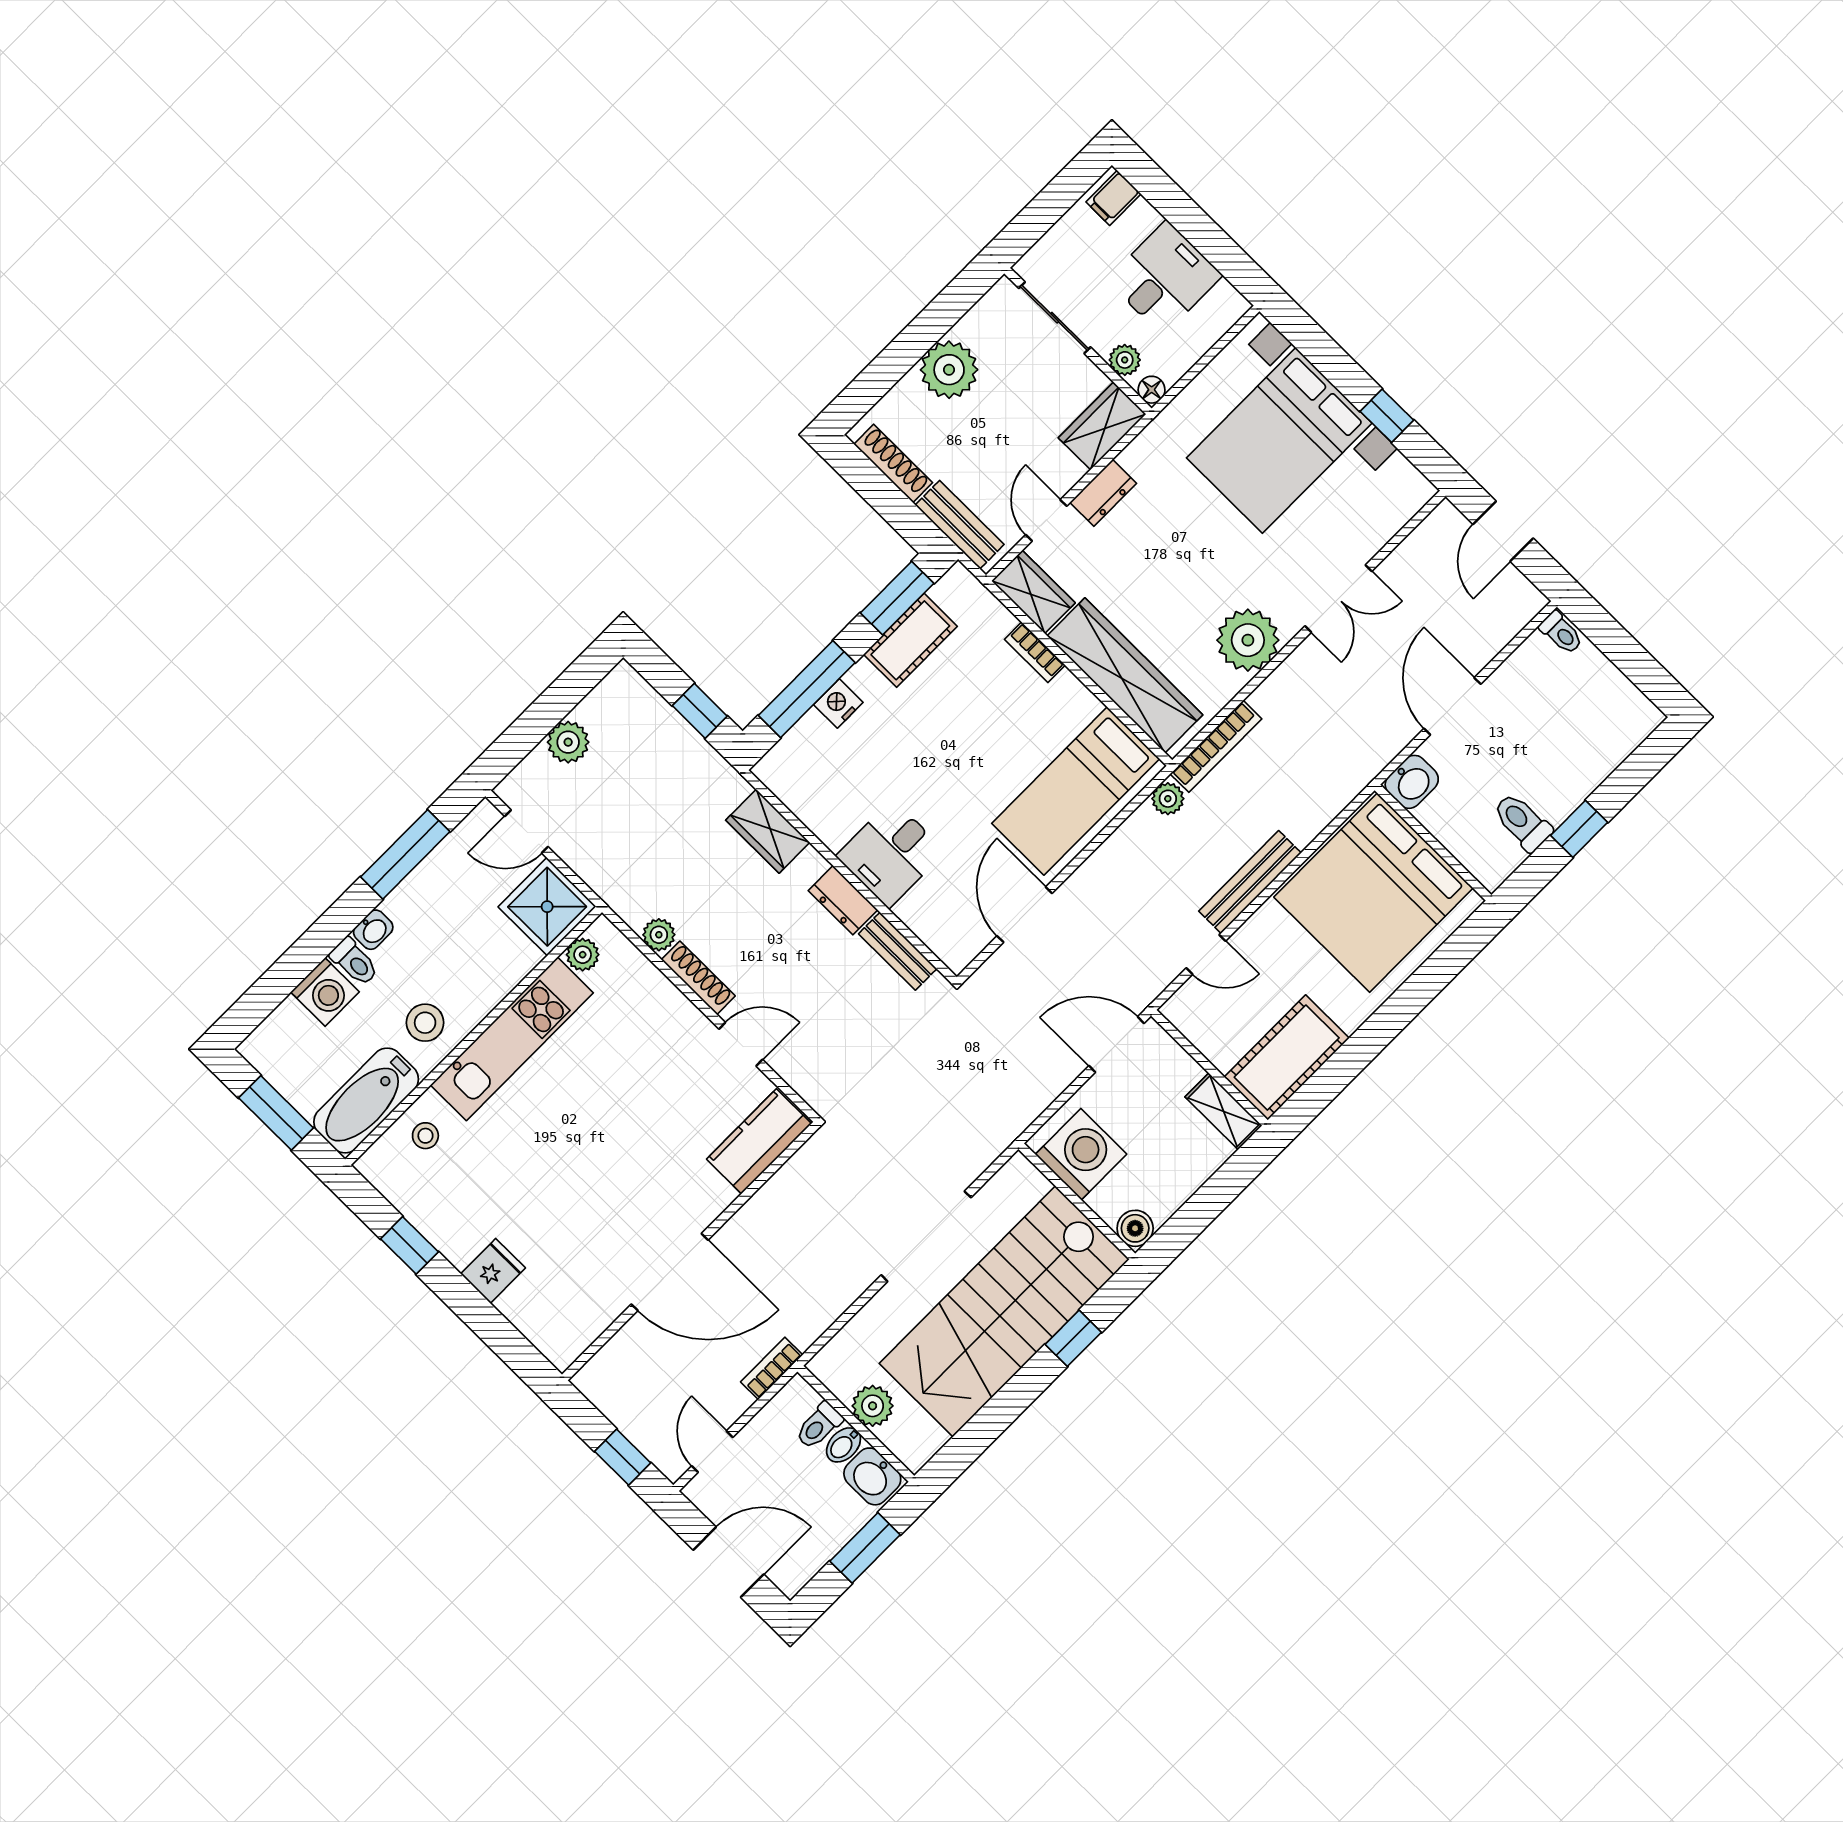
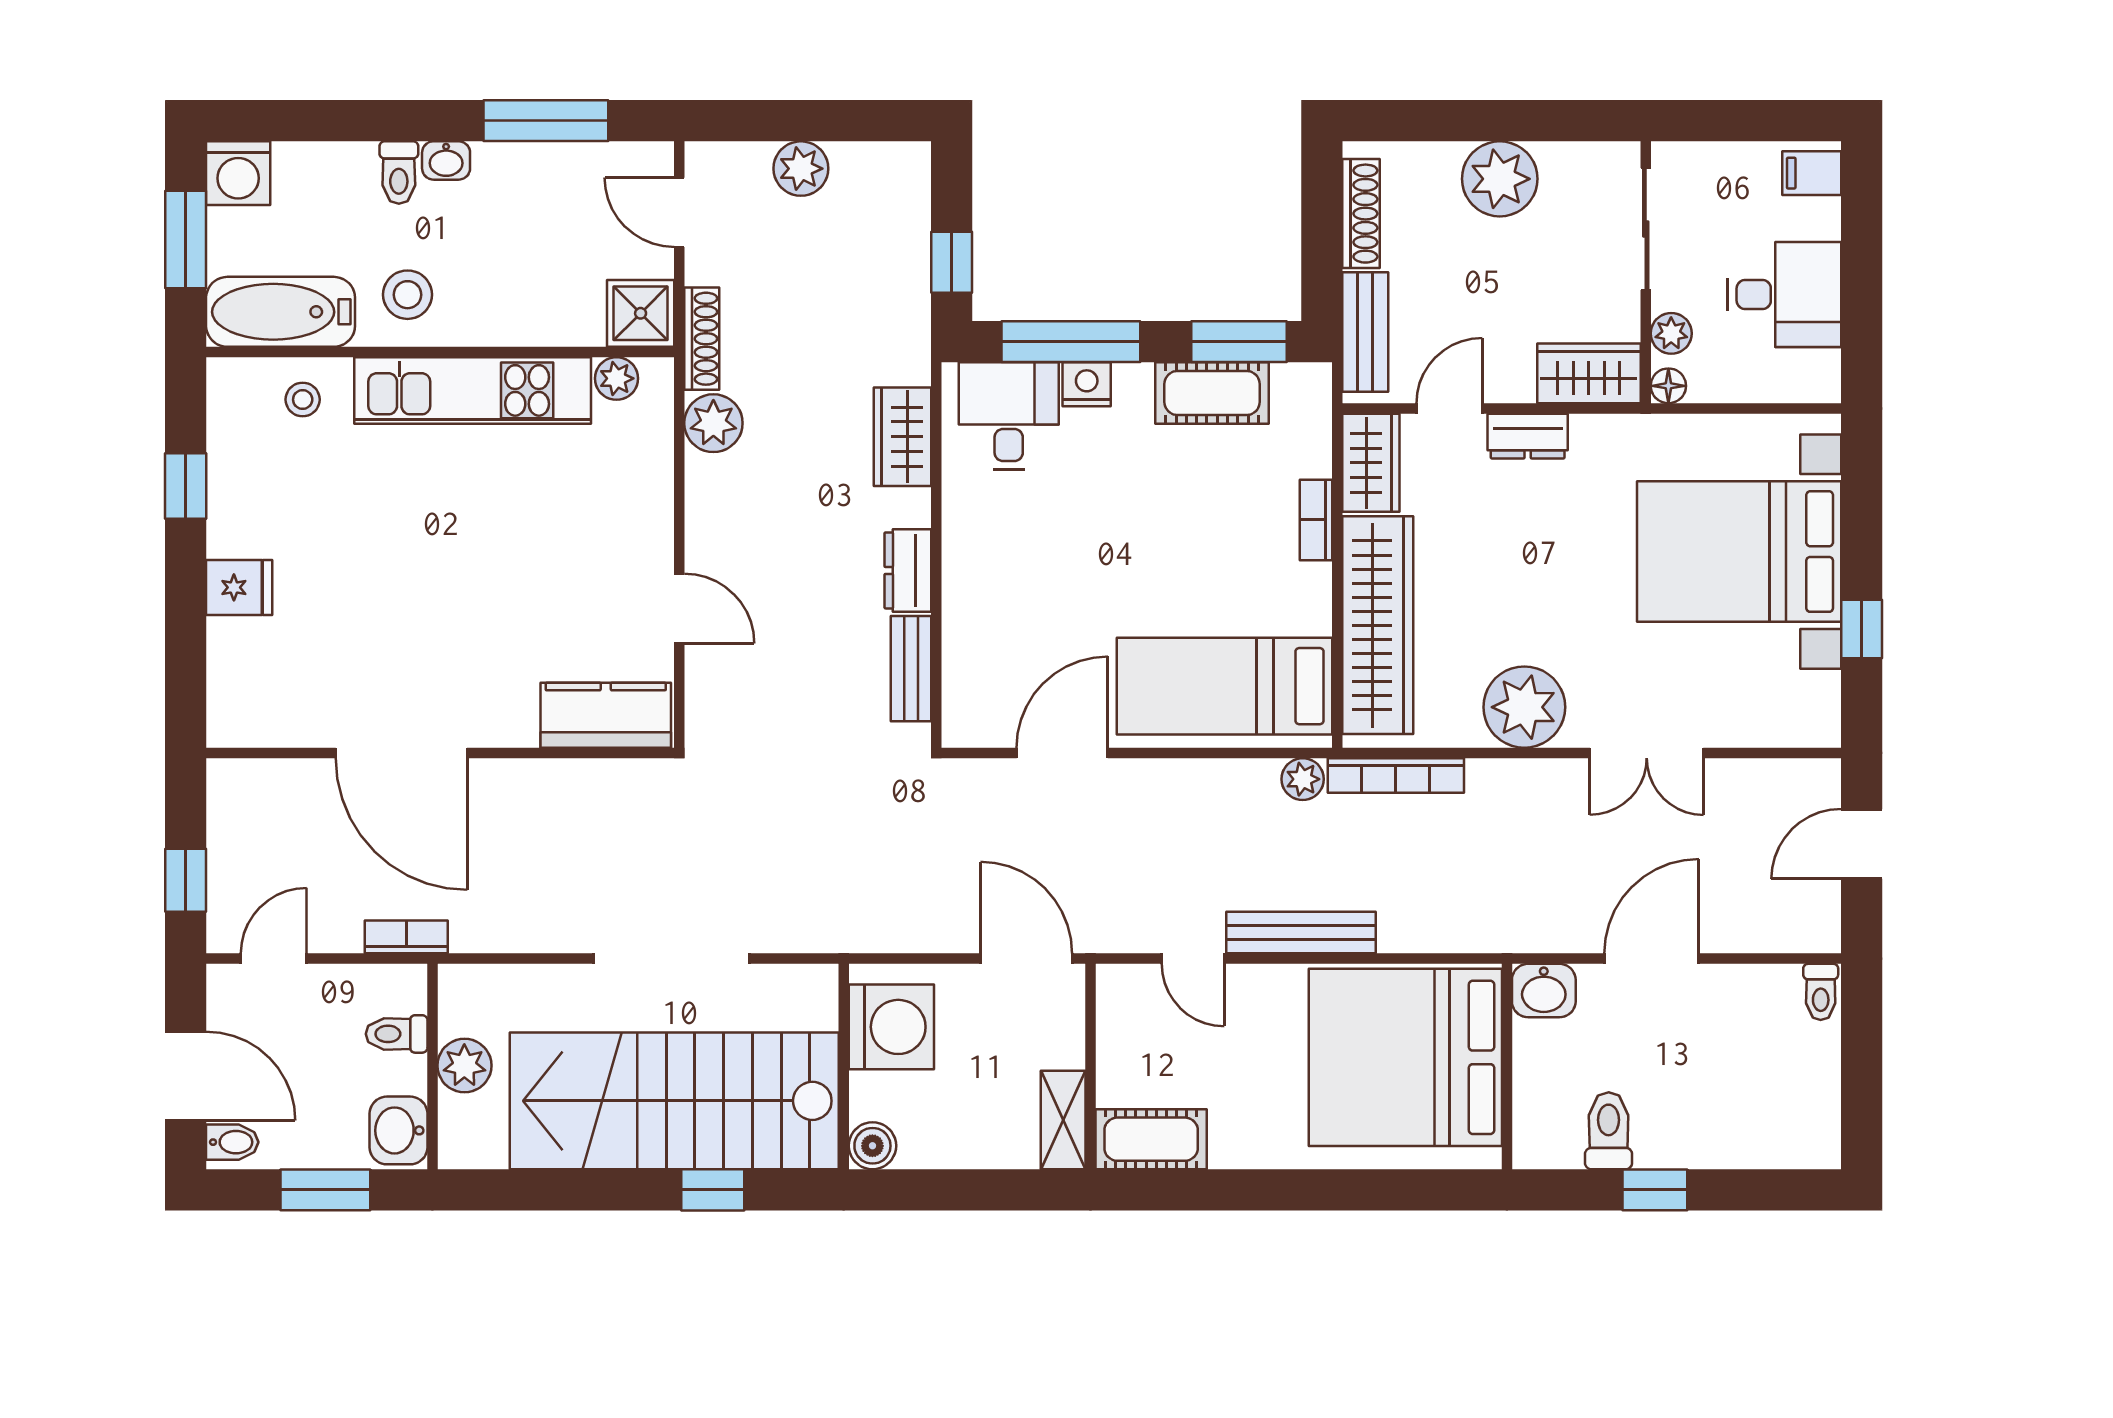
desk: (891, 854) -> (1009, 416), moved, turned 90
shower: (547, 907) -> (641, 313), width x0.73, depth x0.73
plant: (659, 935) -> (713, 423), width x1.38, depth x1.38
shoe rack: (698, 978) -> (702, 339), moved
washing machine: (325, 992) -> (238, 173), moved
cot: (1287, 1058) -> (1151, 1139), width x0.73, depth x0.75
bidet: (844, 1445) -> (232, 1142), moved, turned 180

